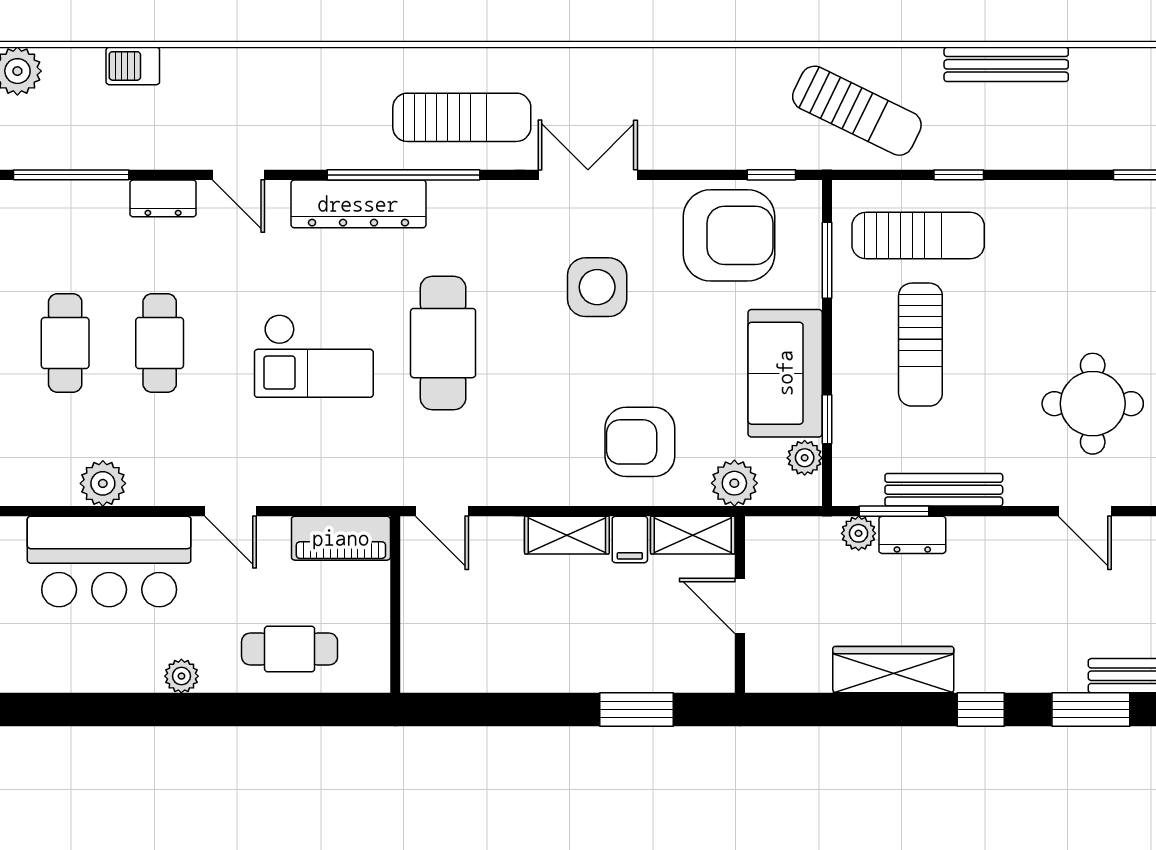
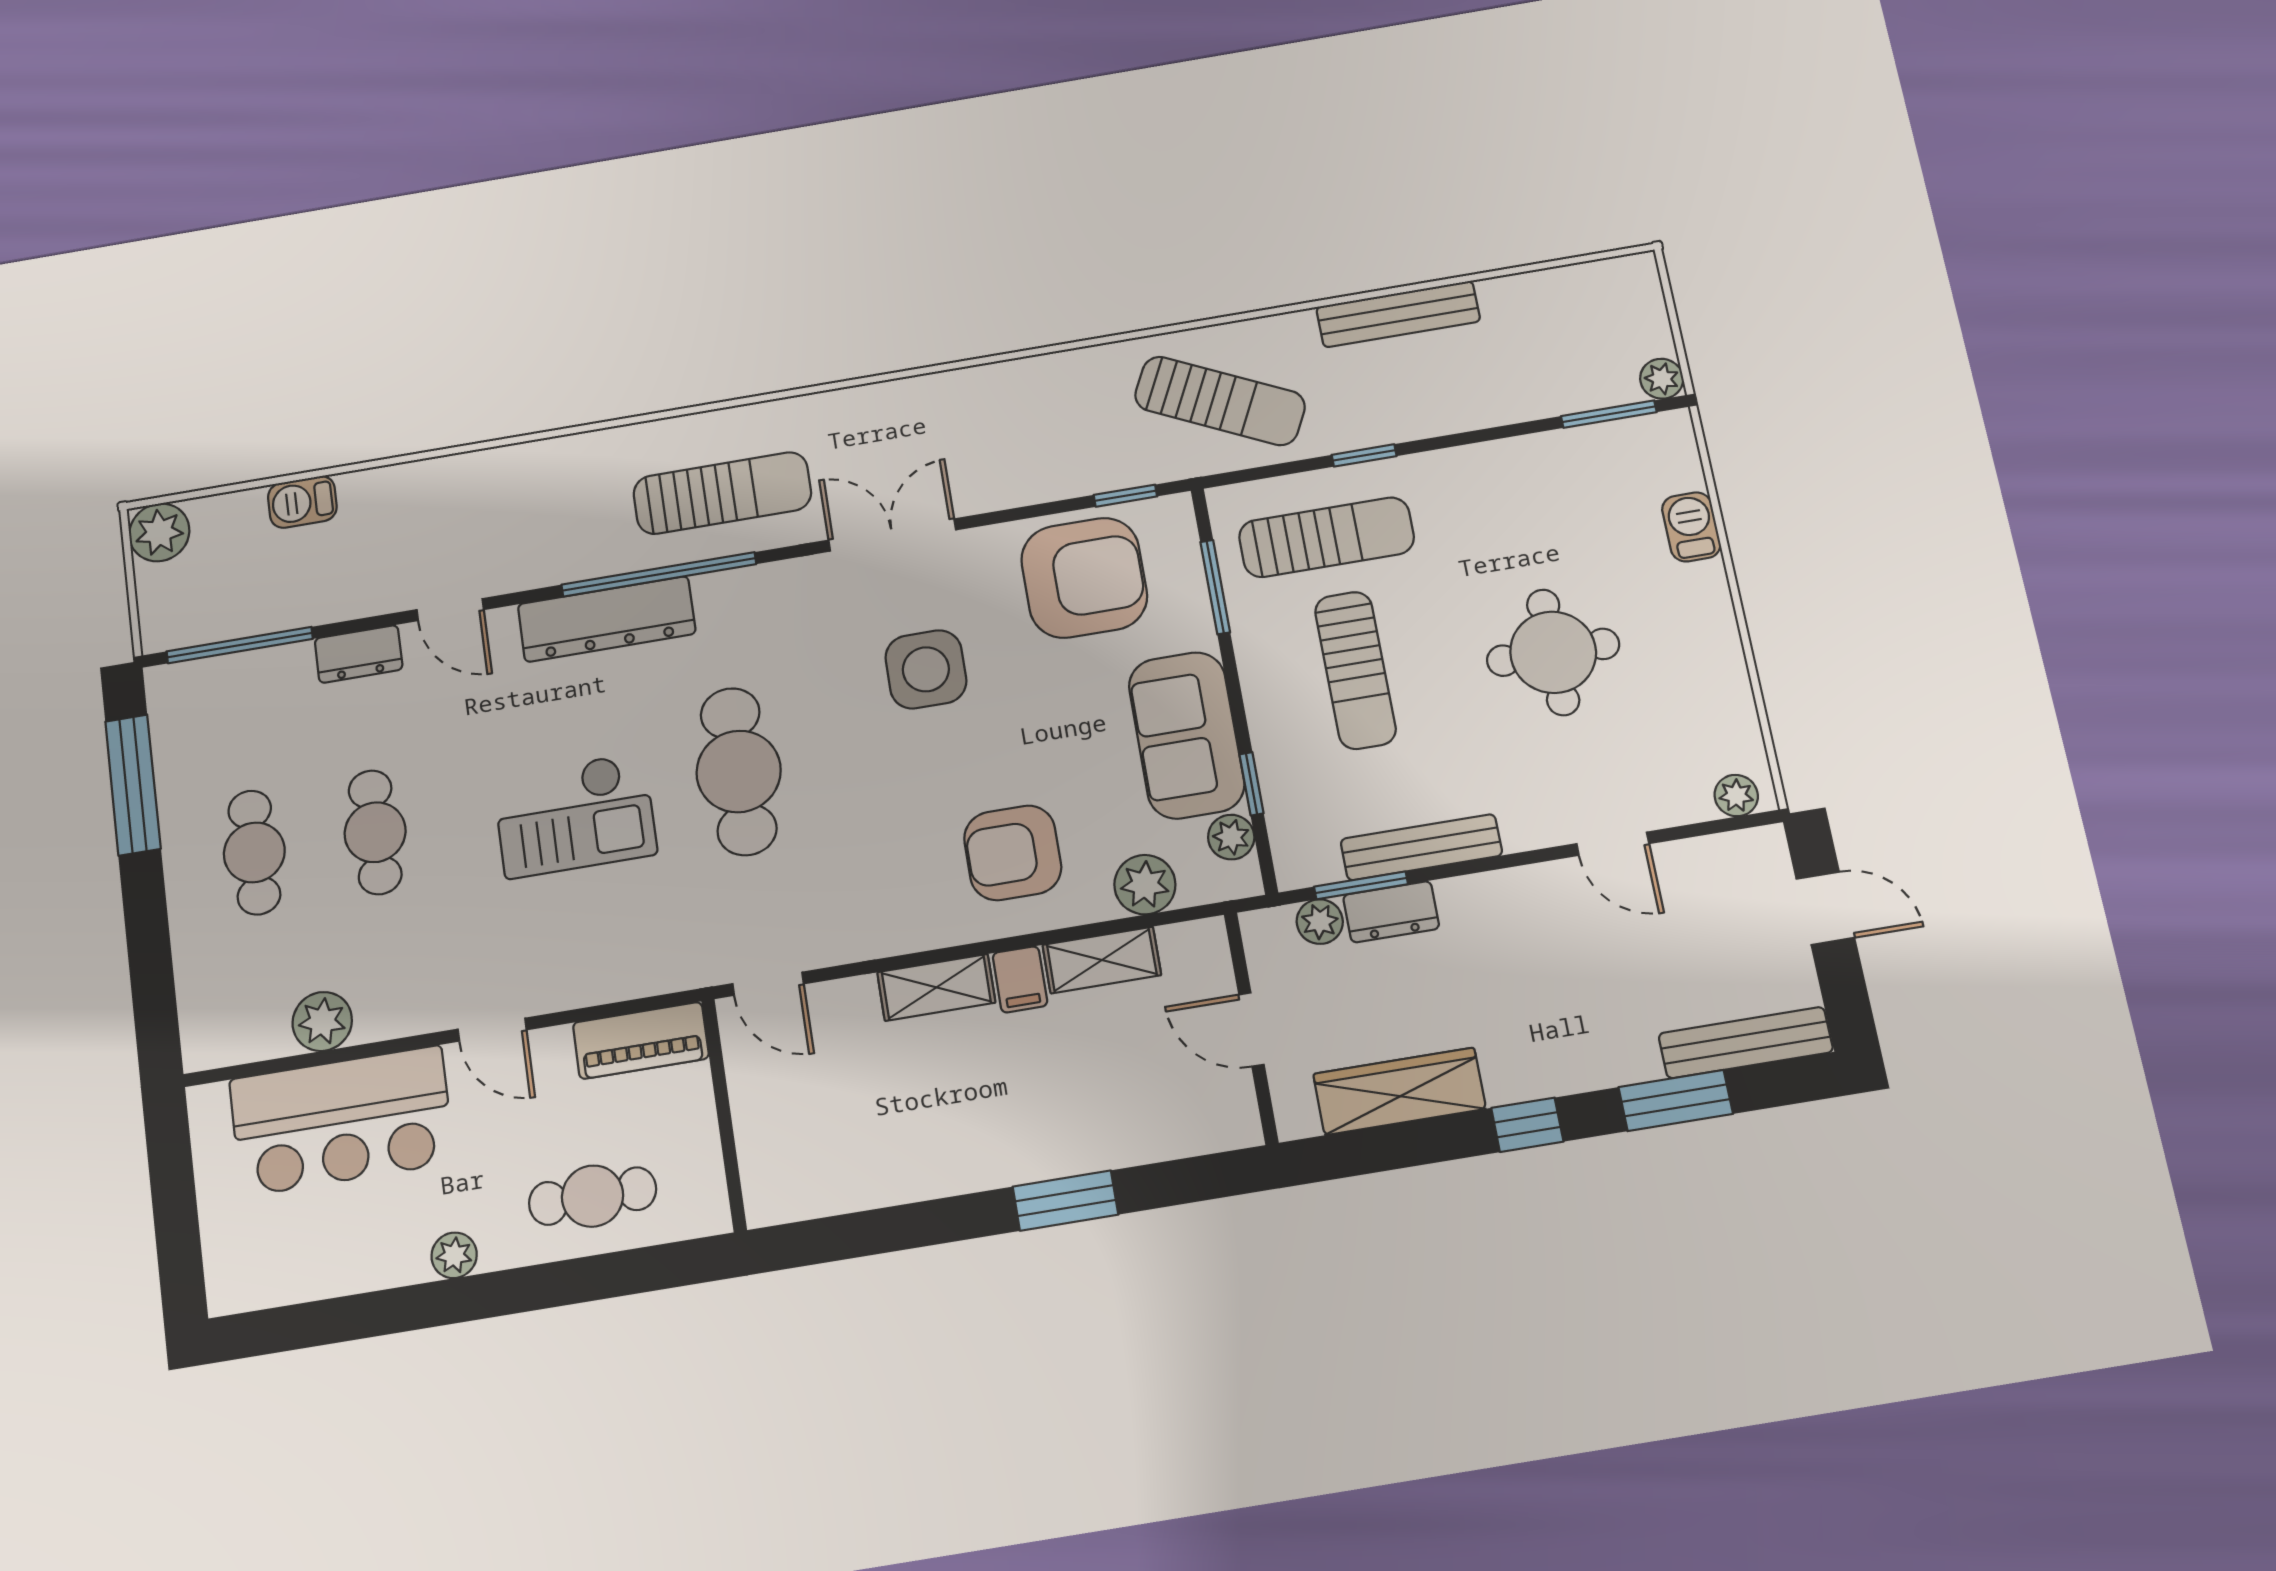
round table: (1093, 404) -> (1553, 652), moved
wall: (740, 605) -> (1251, 1028), moved
door: (740, 606) -> (1251, 1030), moved

